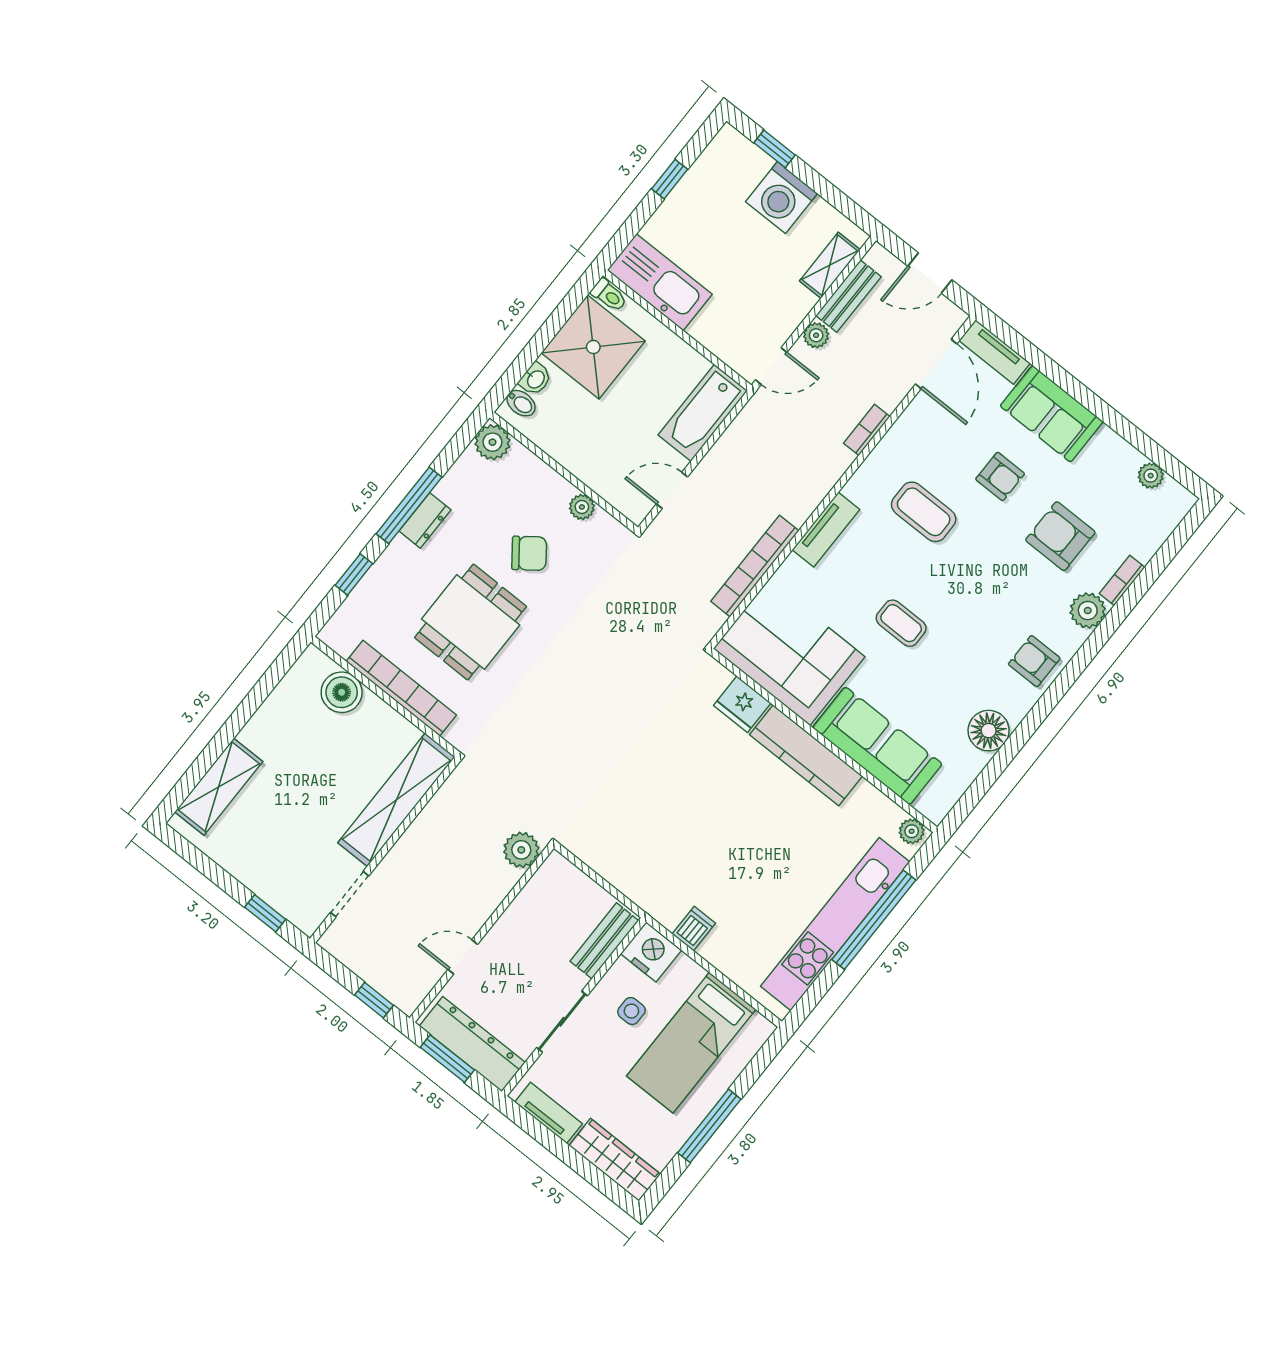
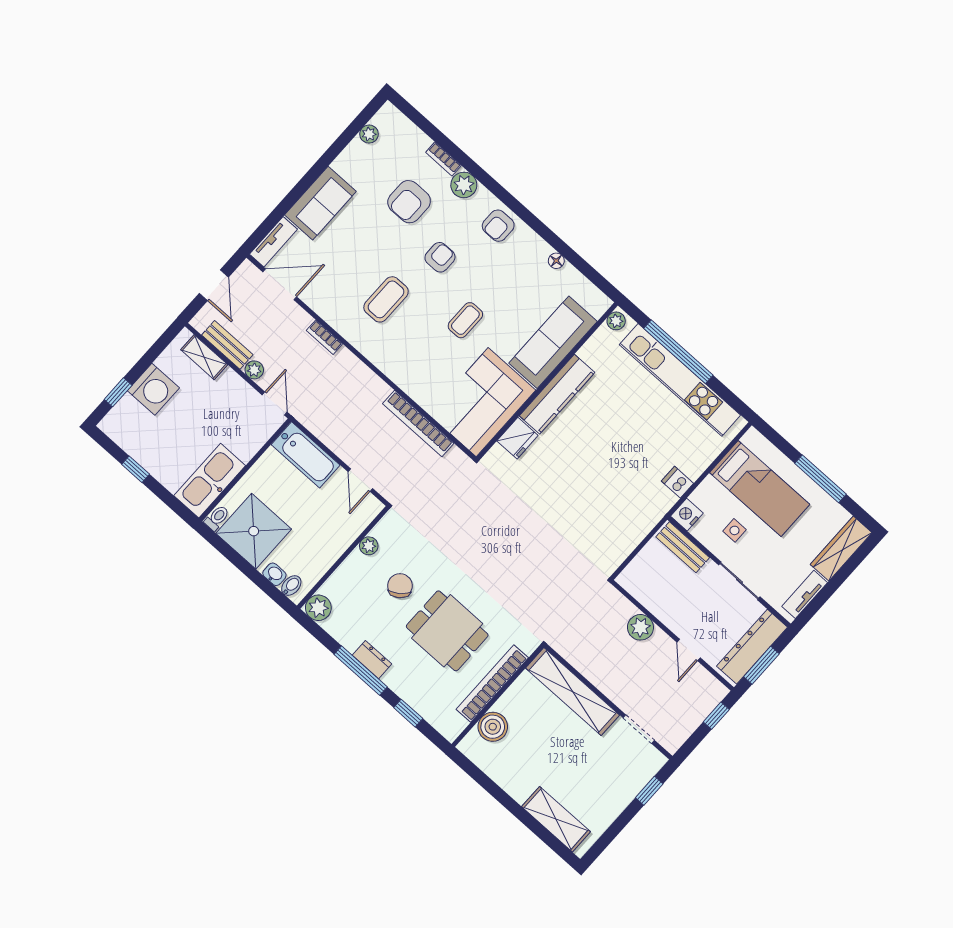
armchair: (1000, 476) -> (440, 257), moved
tv unit: (826, 530) -> (395, 371), removed
floor lamp: (989, 731) -> (556, 261), width x0.53, depth x0.53
plant: (521, 850) -> (640, 627), moved
nightstand: (651, 952) -> (687, 515), width x0.74, depth x0.75

